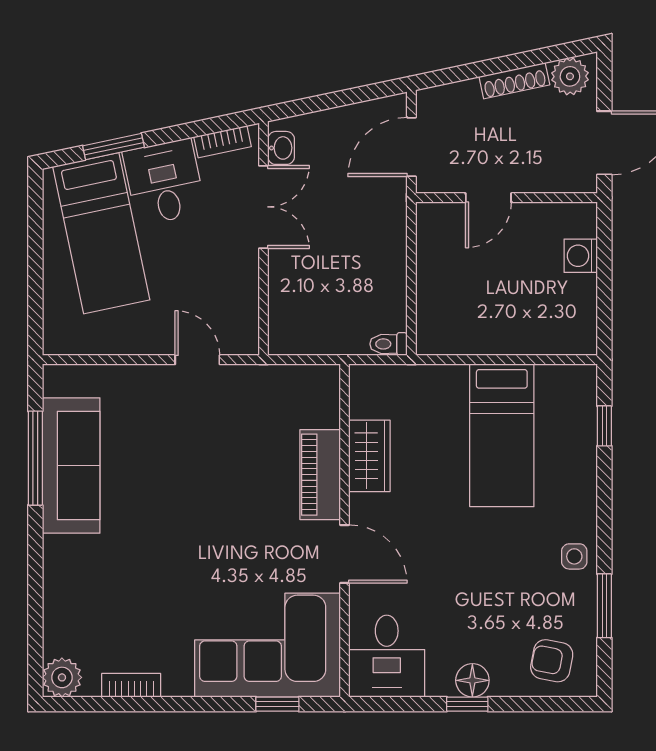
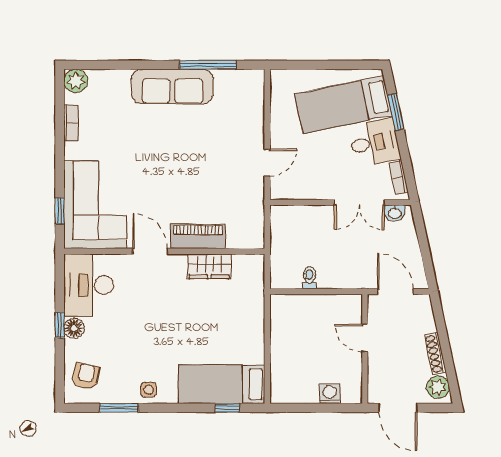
toilet: (389, 344) -> (310, 278), moved
bed: (502, 435) -> (222, 384), moved
sofa: (71, 465) -> (172, 86), moved
door: (345, 554) -> (150, 251), swing flipped
desk: (387, 656) -> (89, 285), width x1.37

